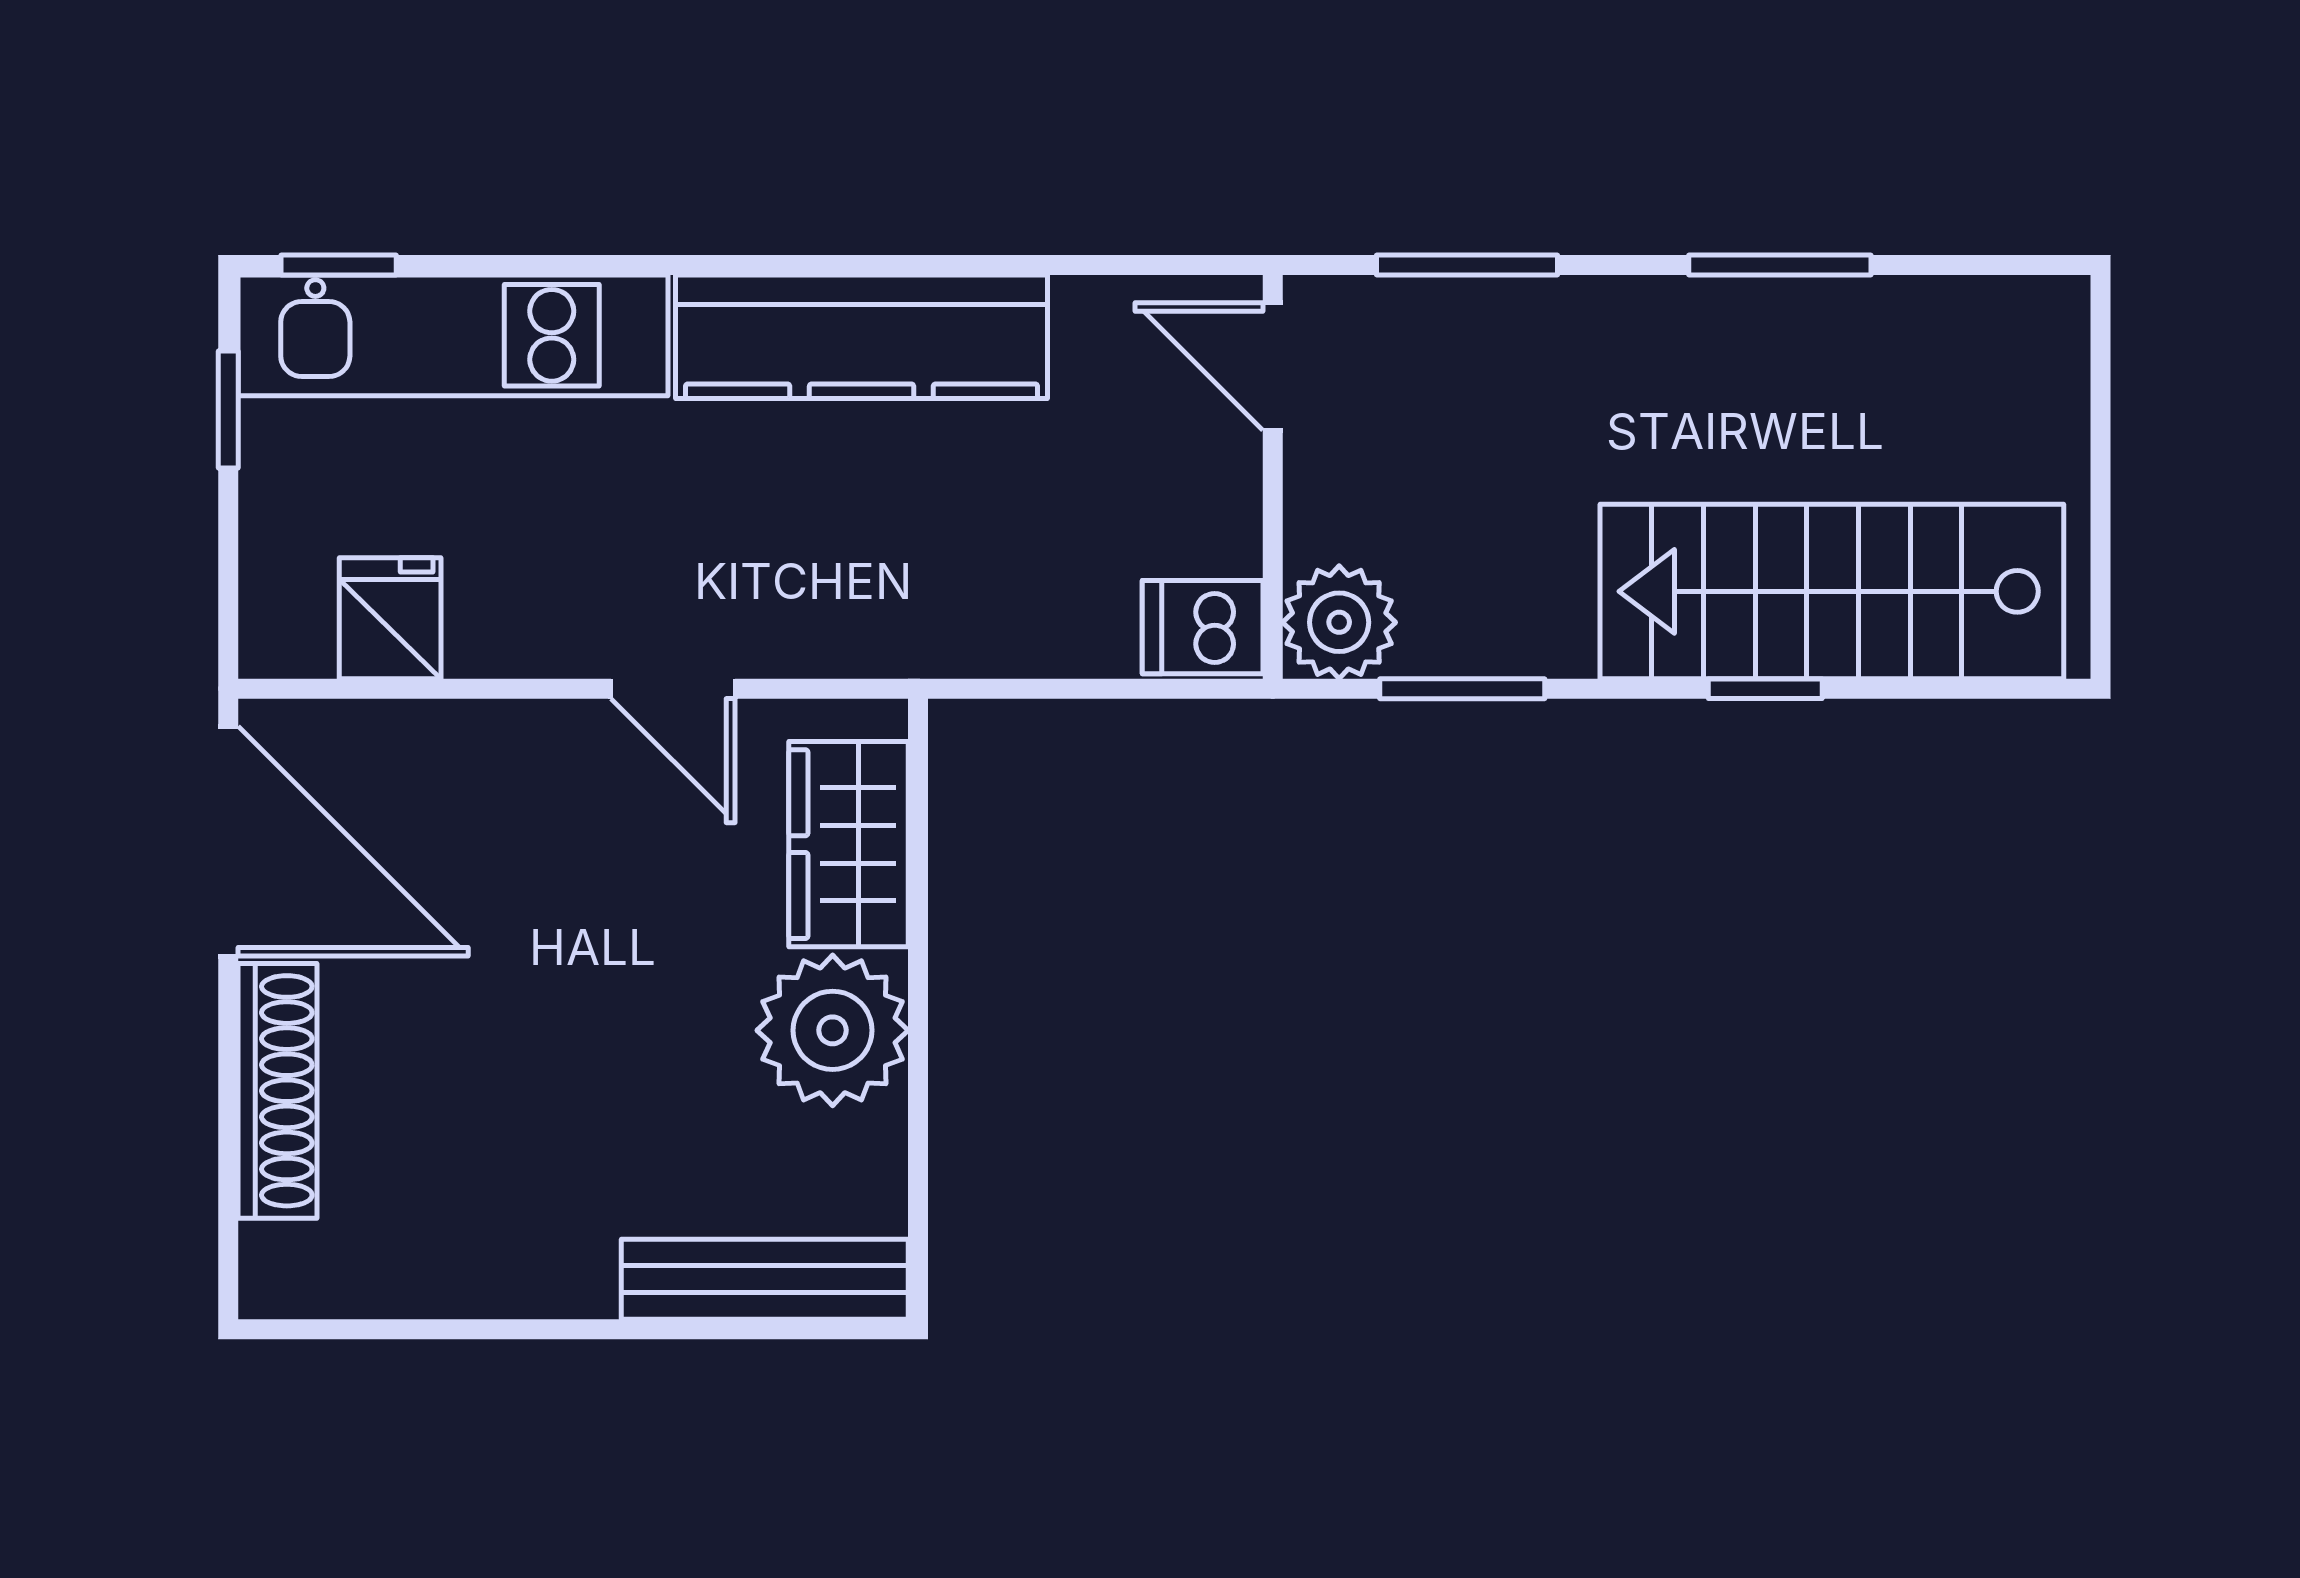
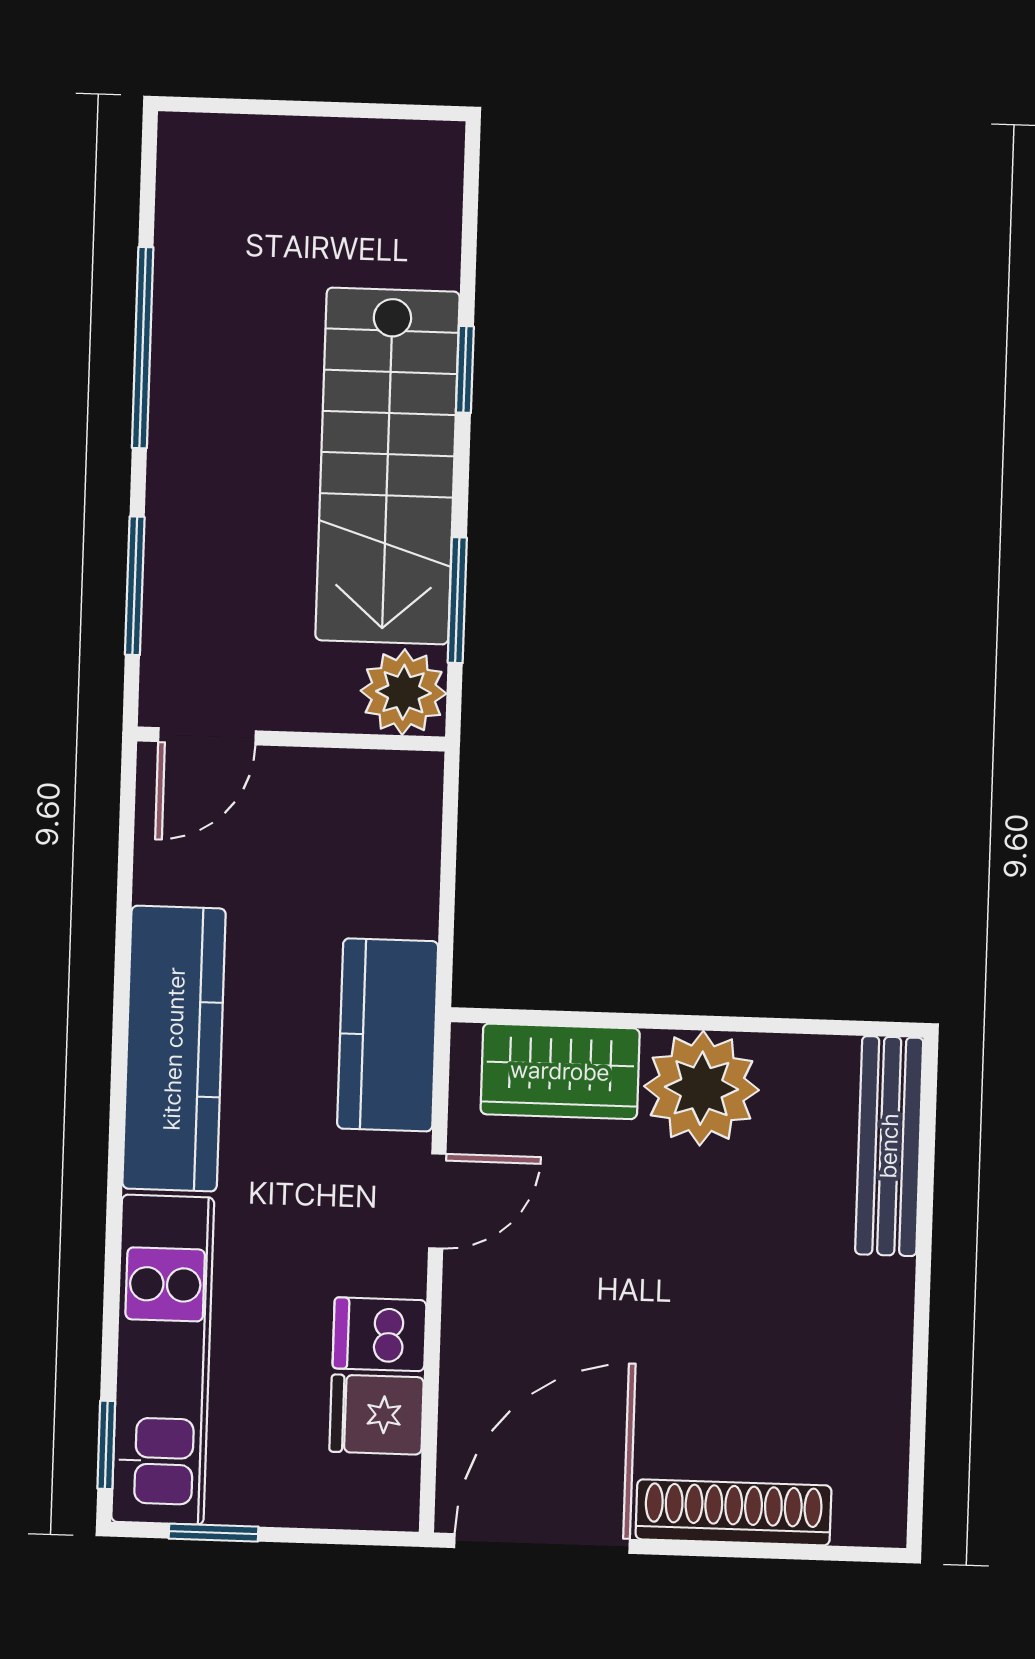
window: (1780, 265) -> (143, 348), width x1.44
stairs: (1832, 591) -> (388, 466), moved
kitchen counter: (889, 616) -> (388, 1035), added
dishwasher: (1203, 627) -> (379, 1334), moved, turned 90

